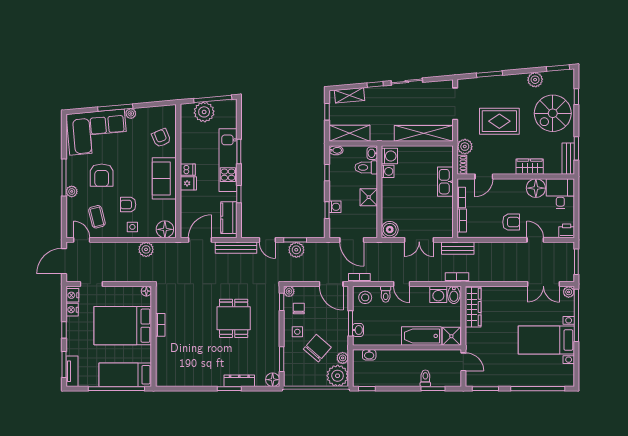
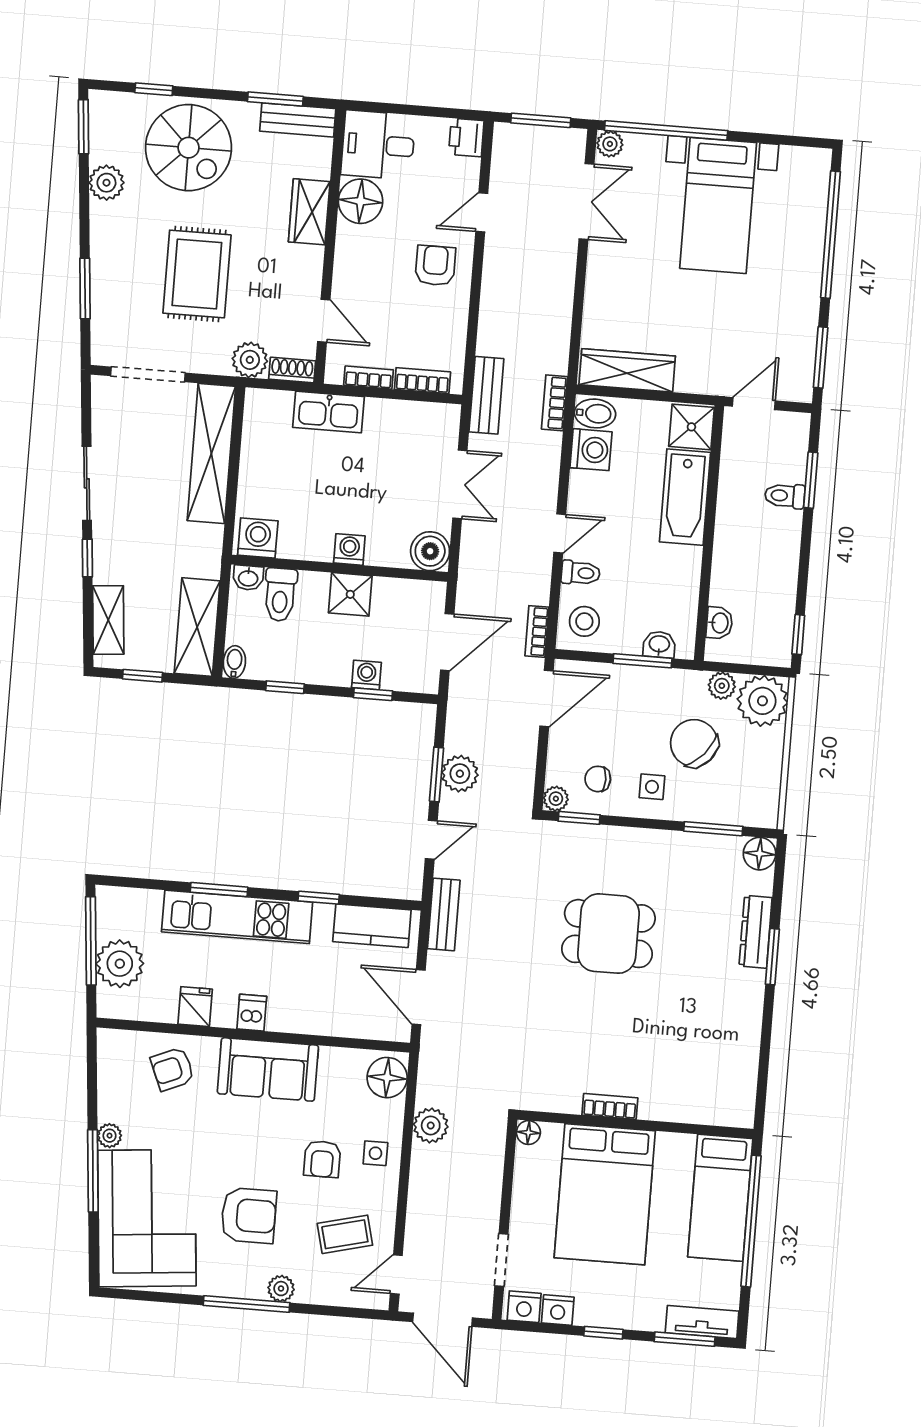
washing machine: (388, 171) -> (349, 549), moved
fridge: (188, 183) -> (195, 1007), moved
bench: (236, 248) -> (444, 914), width x0.73

